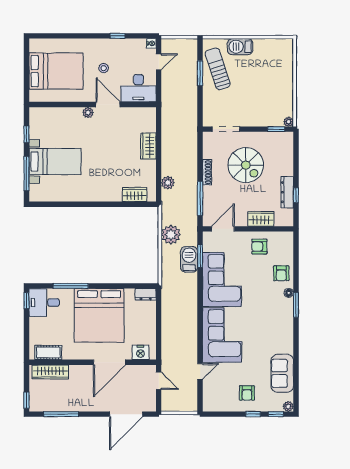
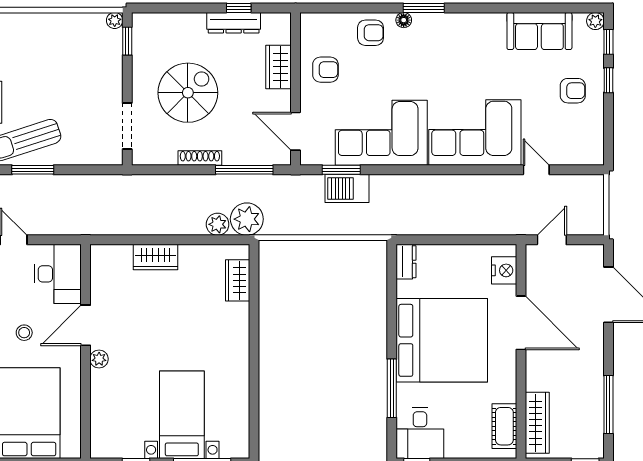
plant: (171, 235) -> (247, 219), moved
armchair: (259, 247) -> (325, 70), turned -90

